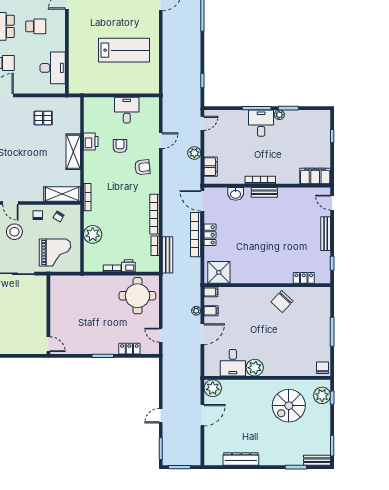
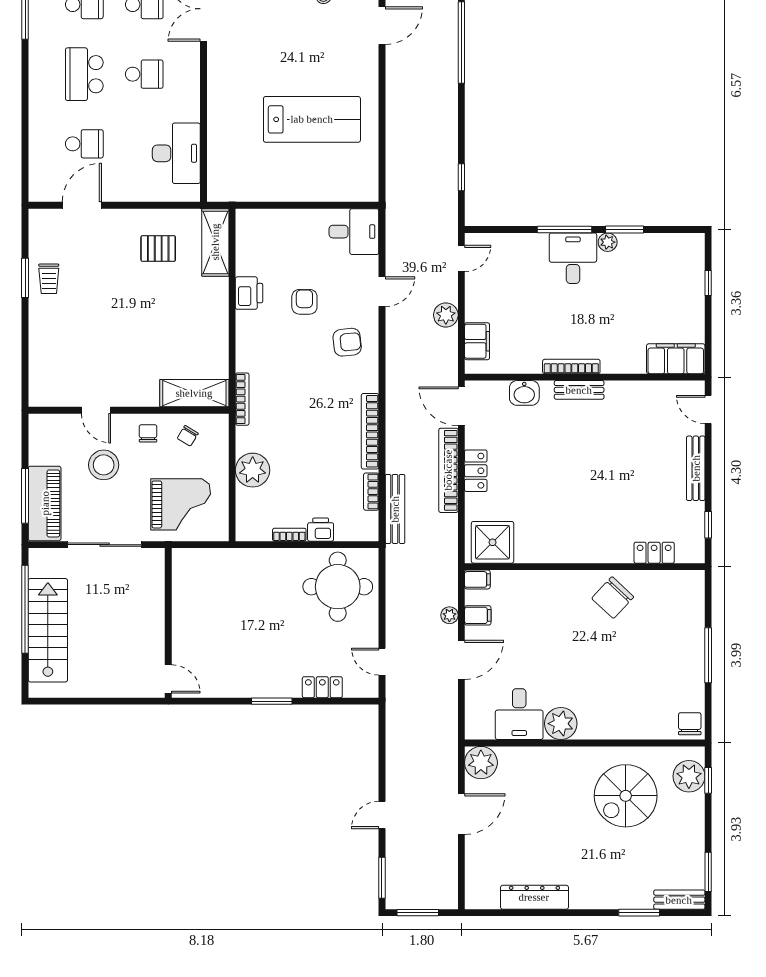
desk: (127, 110) -> (354, 232), moved, turned 90
shelving: (73, 152) -> (215, 242), moved

